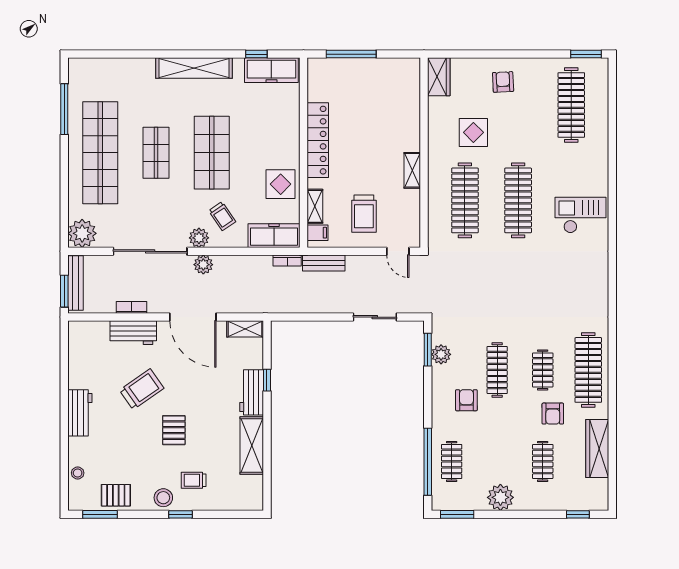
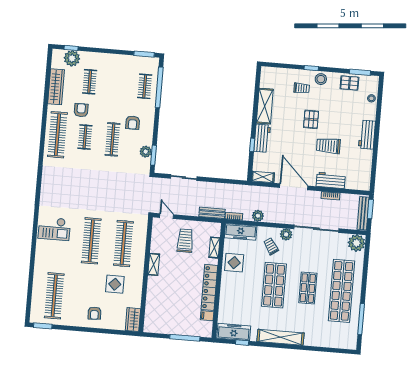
filing cabinet: (318, 233) -> (207, 316), moved
plant: (203, 265) -> (258, 216), moved
trolley: (142, 389) -> (328, 146), turned 35
plant: (500, 497) -> (72, 58), moved

